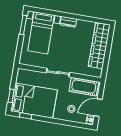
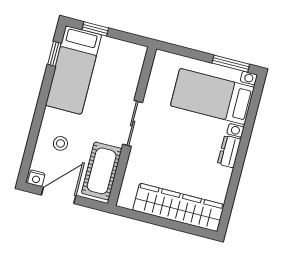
bed: (34, 101) -> (73, 70), width x0.67
door: (98, 108) -> (59, 195), hinge flipped

